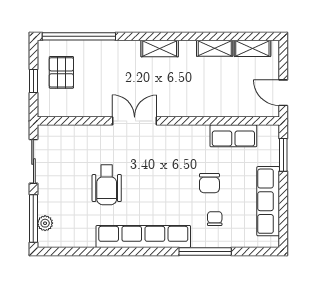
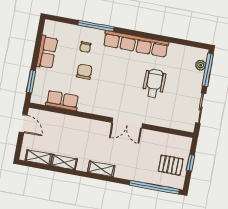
pallet: (61, 72) -> (171, 165), turned 90
row of seats: (268, 201) -> (47, 52), width x0.68

